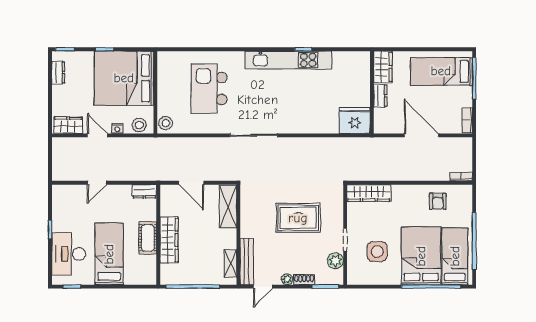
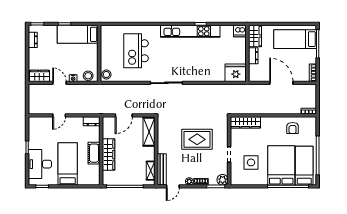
dishwasher: (361, 60) -> (240, 31), added
bed: (124, 78) -> (78, 34), width x0.49
door: (191, 183) -> (124, 115), hinge flipped
plant: (335, 261) -> (223, 180), moved

